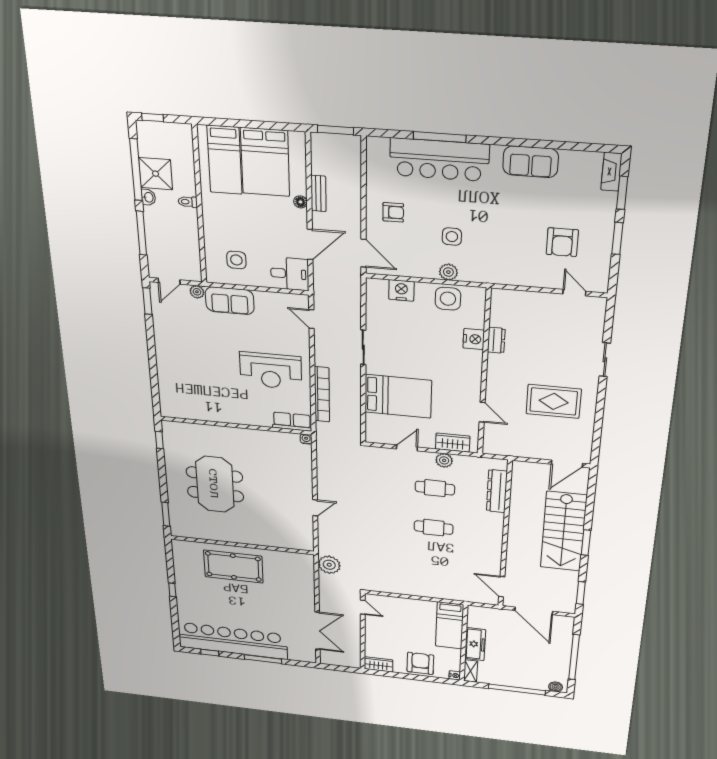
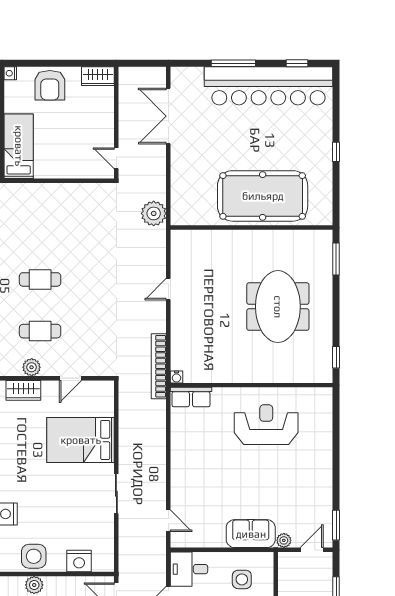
reception desk: (271, 371) -> (266, 425), moved
bookcase: (322, 394) -> (159, 366), moved
pool table: (233, 567) -> (263, 196), width x1.36, depth x1.32

